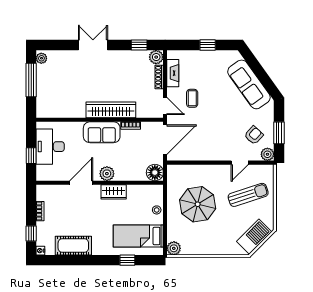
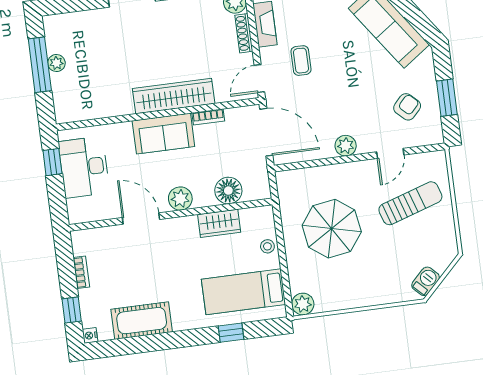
plant: (41, 58) -> (56, 63), moved
door: (165, 106) -> (259, 79), swing flipped
door: (165, 140) -> (266, 132), hinge flipped
plant: (267, 154) -> (346, 146), moved
window: (31, 156) -> (52, 162), moved
floor lamp: (155, 173) -> (228, 191), moved
door: (81, 183) -> (141, 219), hinge flipped
wardrobe: (114, 192) -> (219, 223), moved
barbecue: (254, 237) -> (426, 281), width x0.53, depth x0.65

